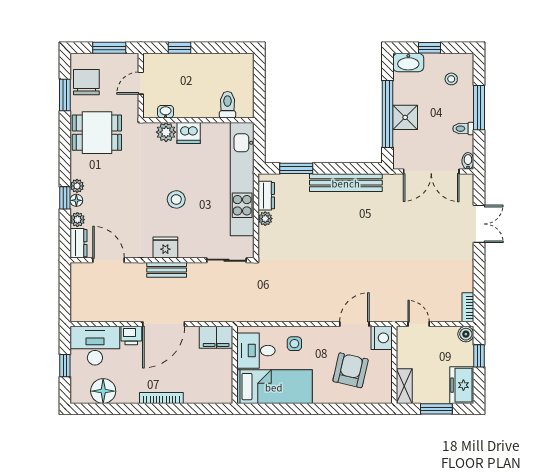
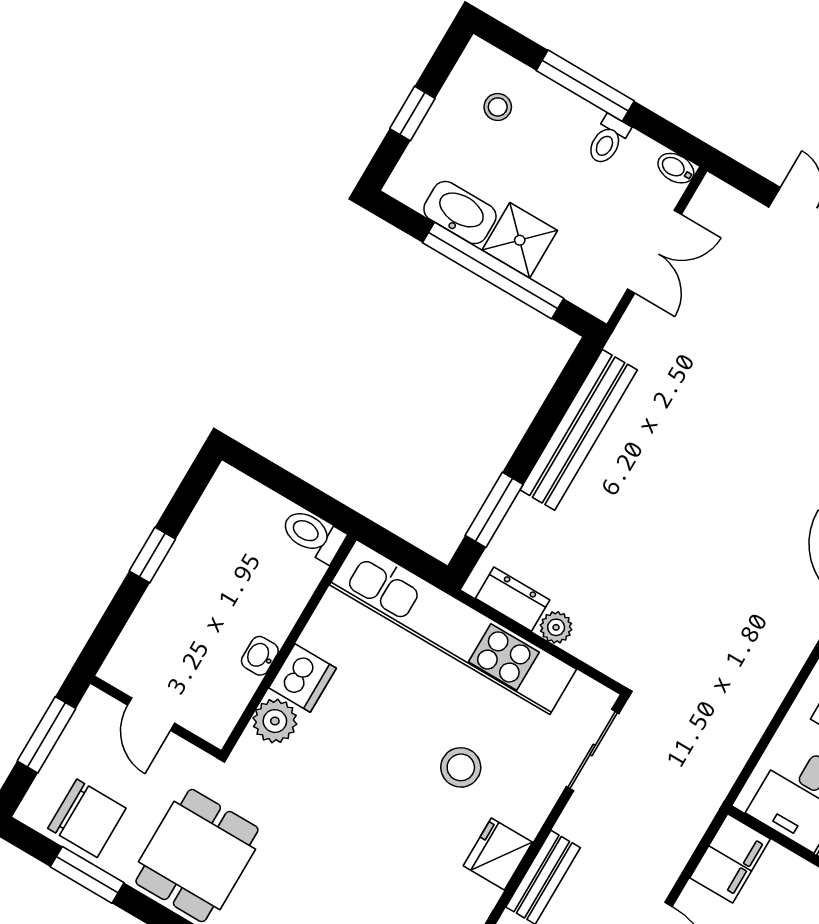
window: (180, 48) -> (152, 555), moved
washbasin: (408, 63) -> (460, 213), moved, turned -90
chair: (86, 82) -> (87, 818), turned 180
toilet: (228, 105) -> (313, 535), moved
washbasin: (166, 112) -> (260, 656), moved
double door: (431, 172) -> (655, 252), width x0.73
stool: (176, 199) -> (461, 767), moved

